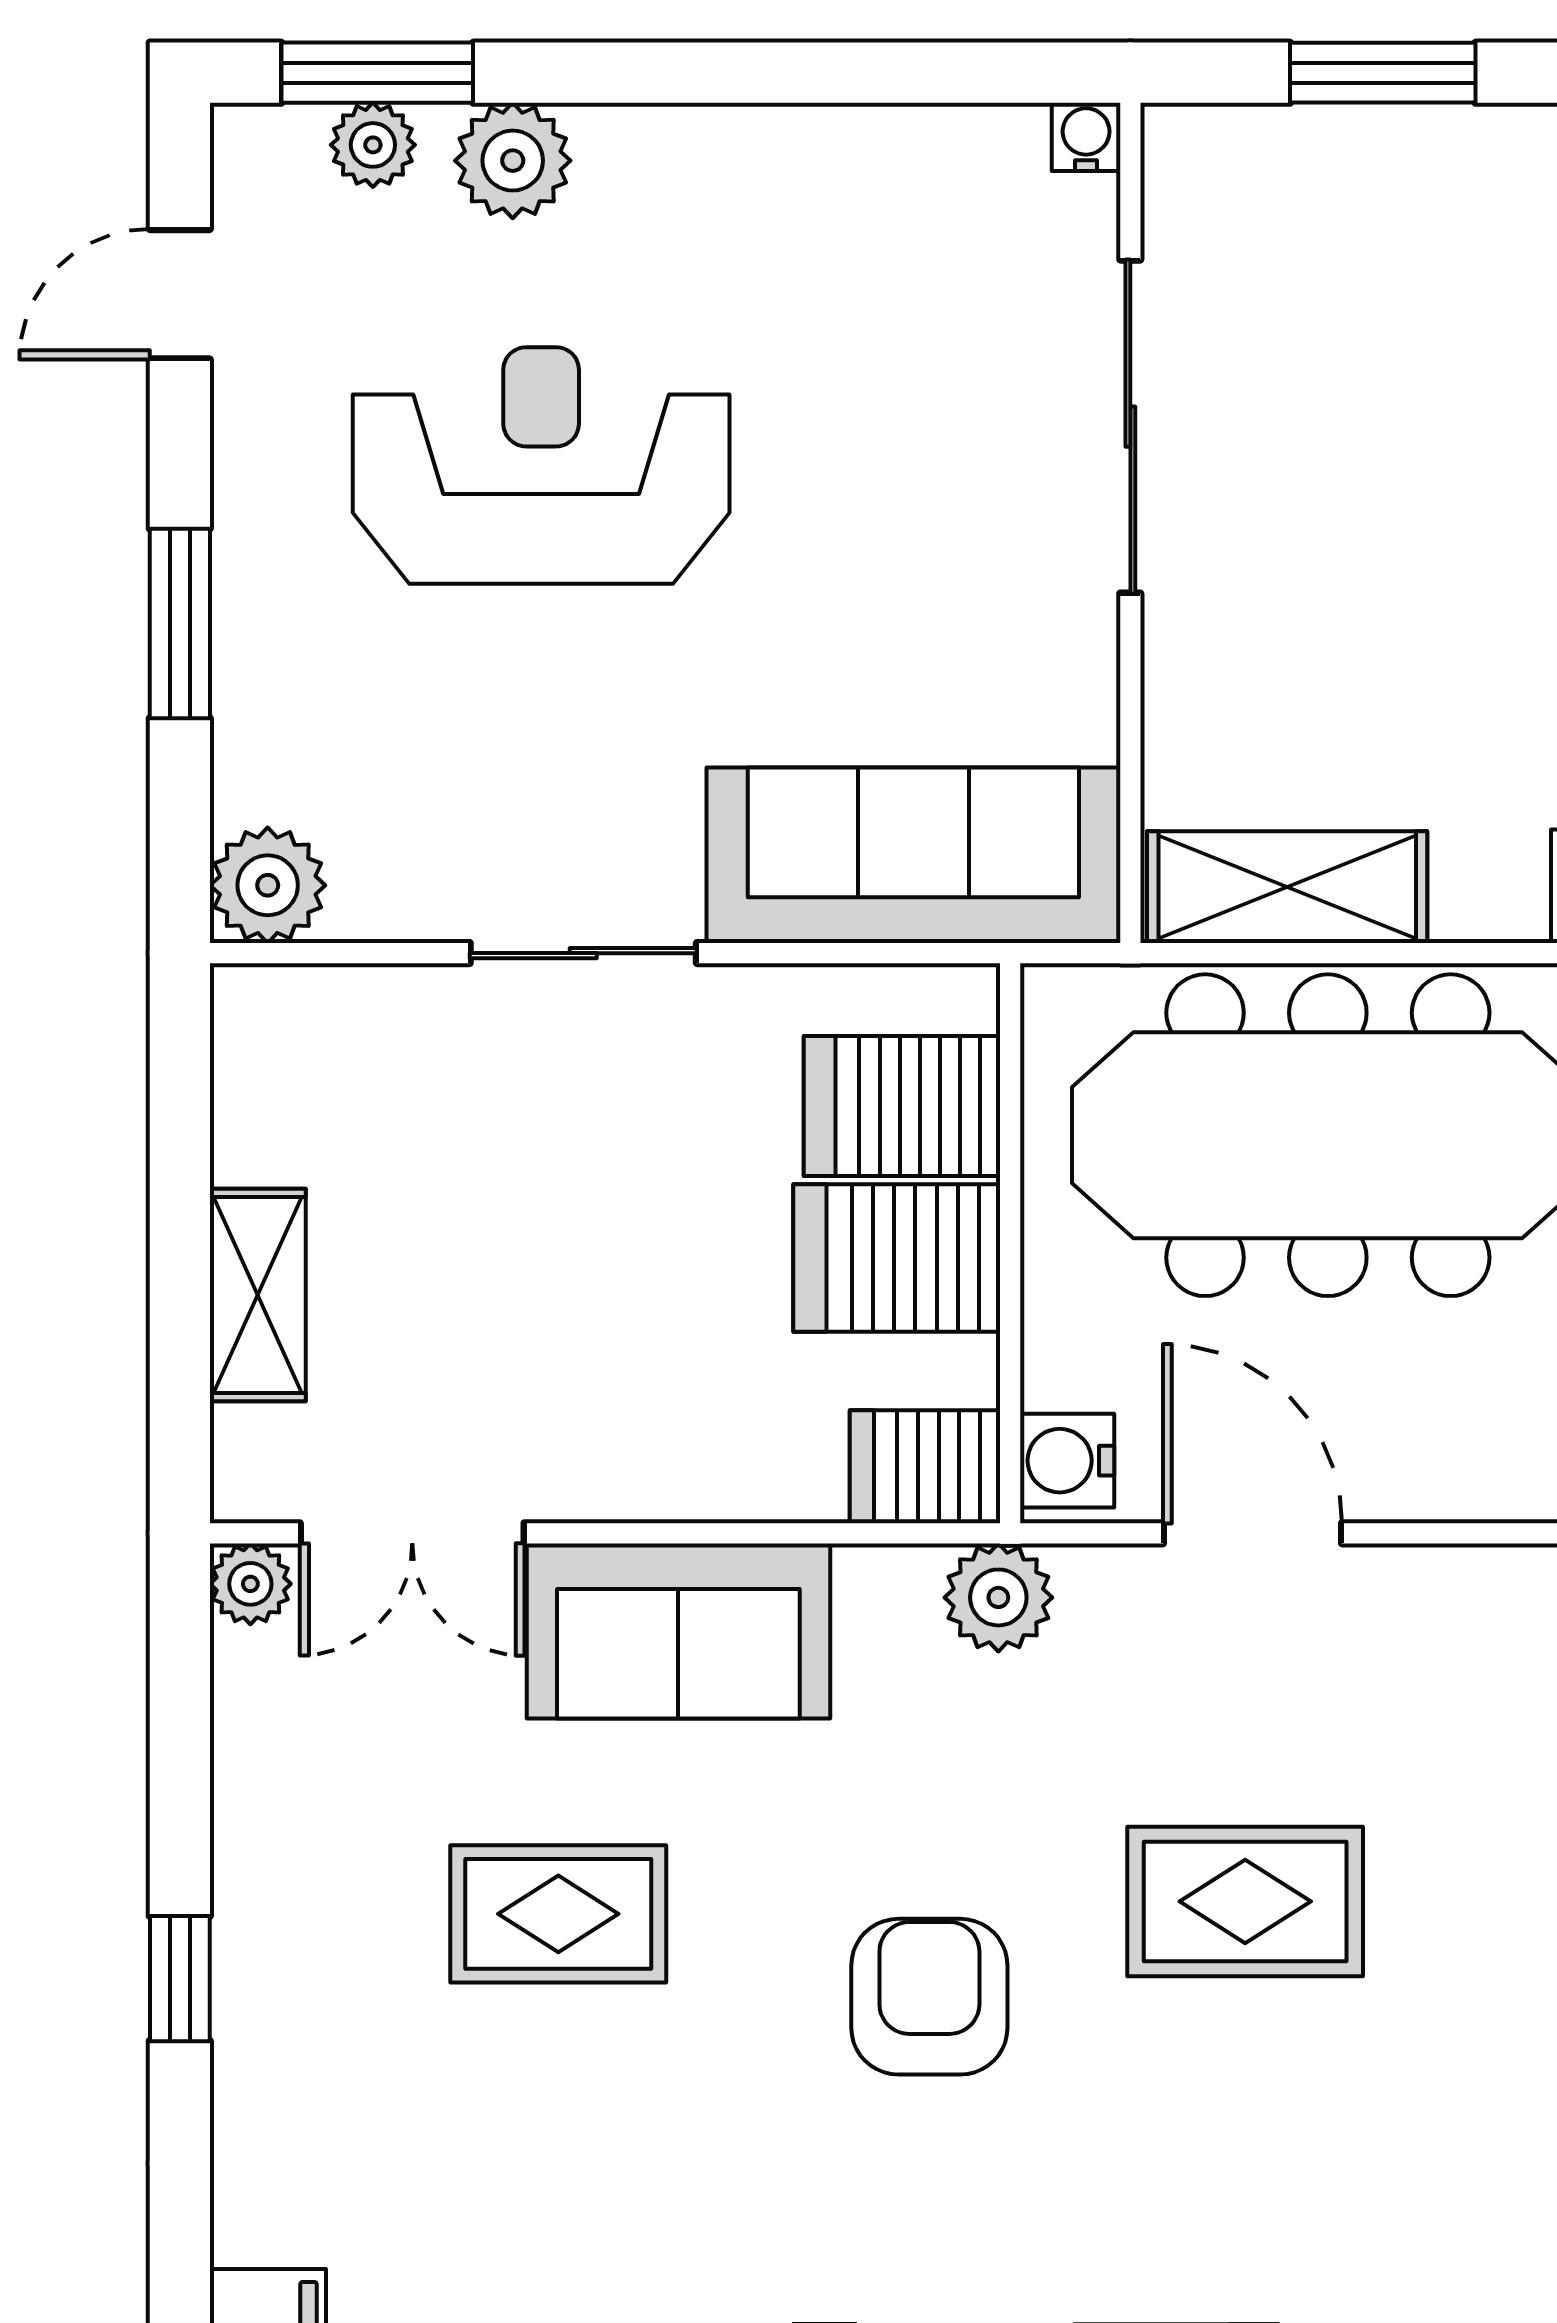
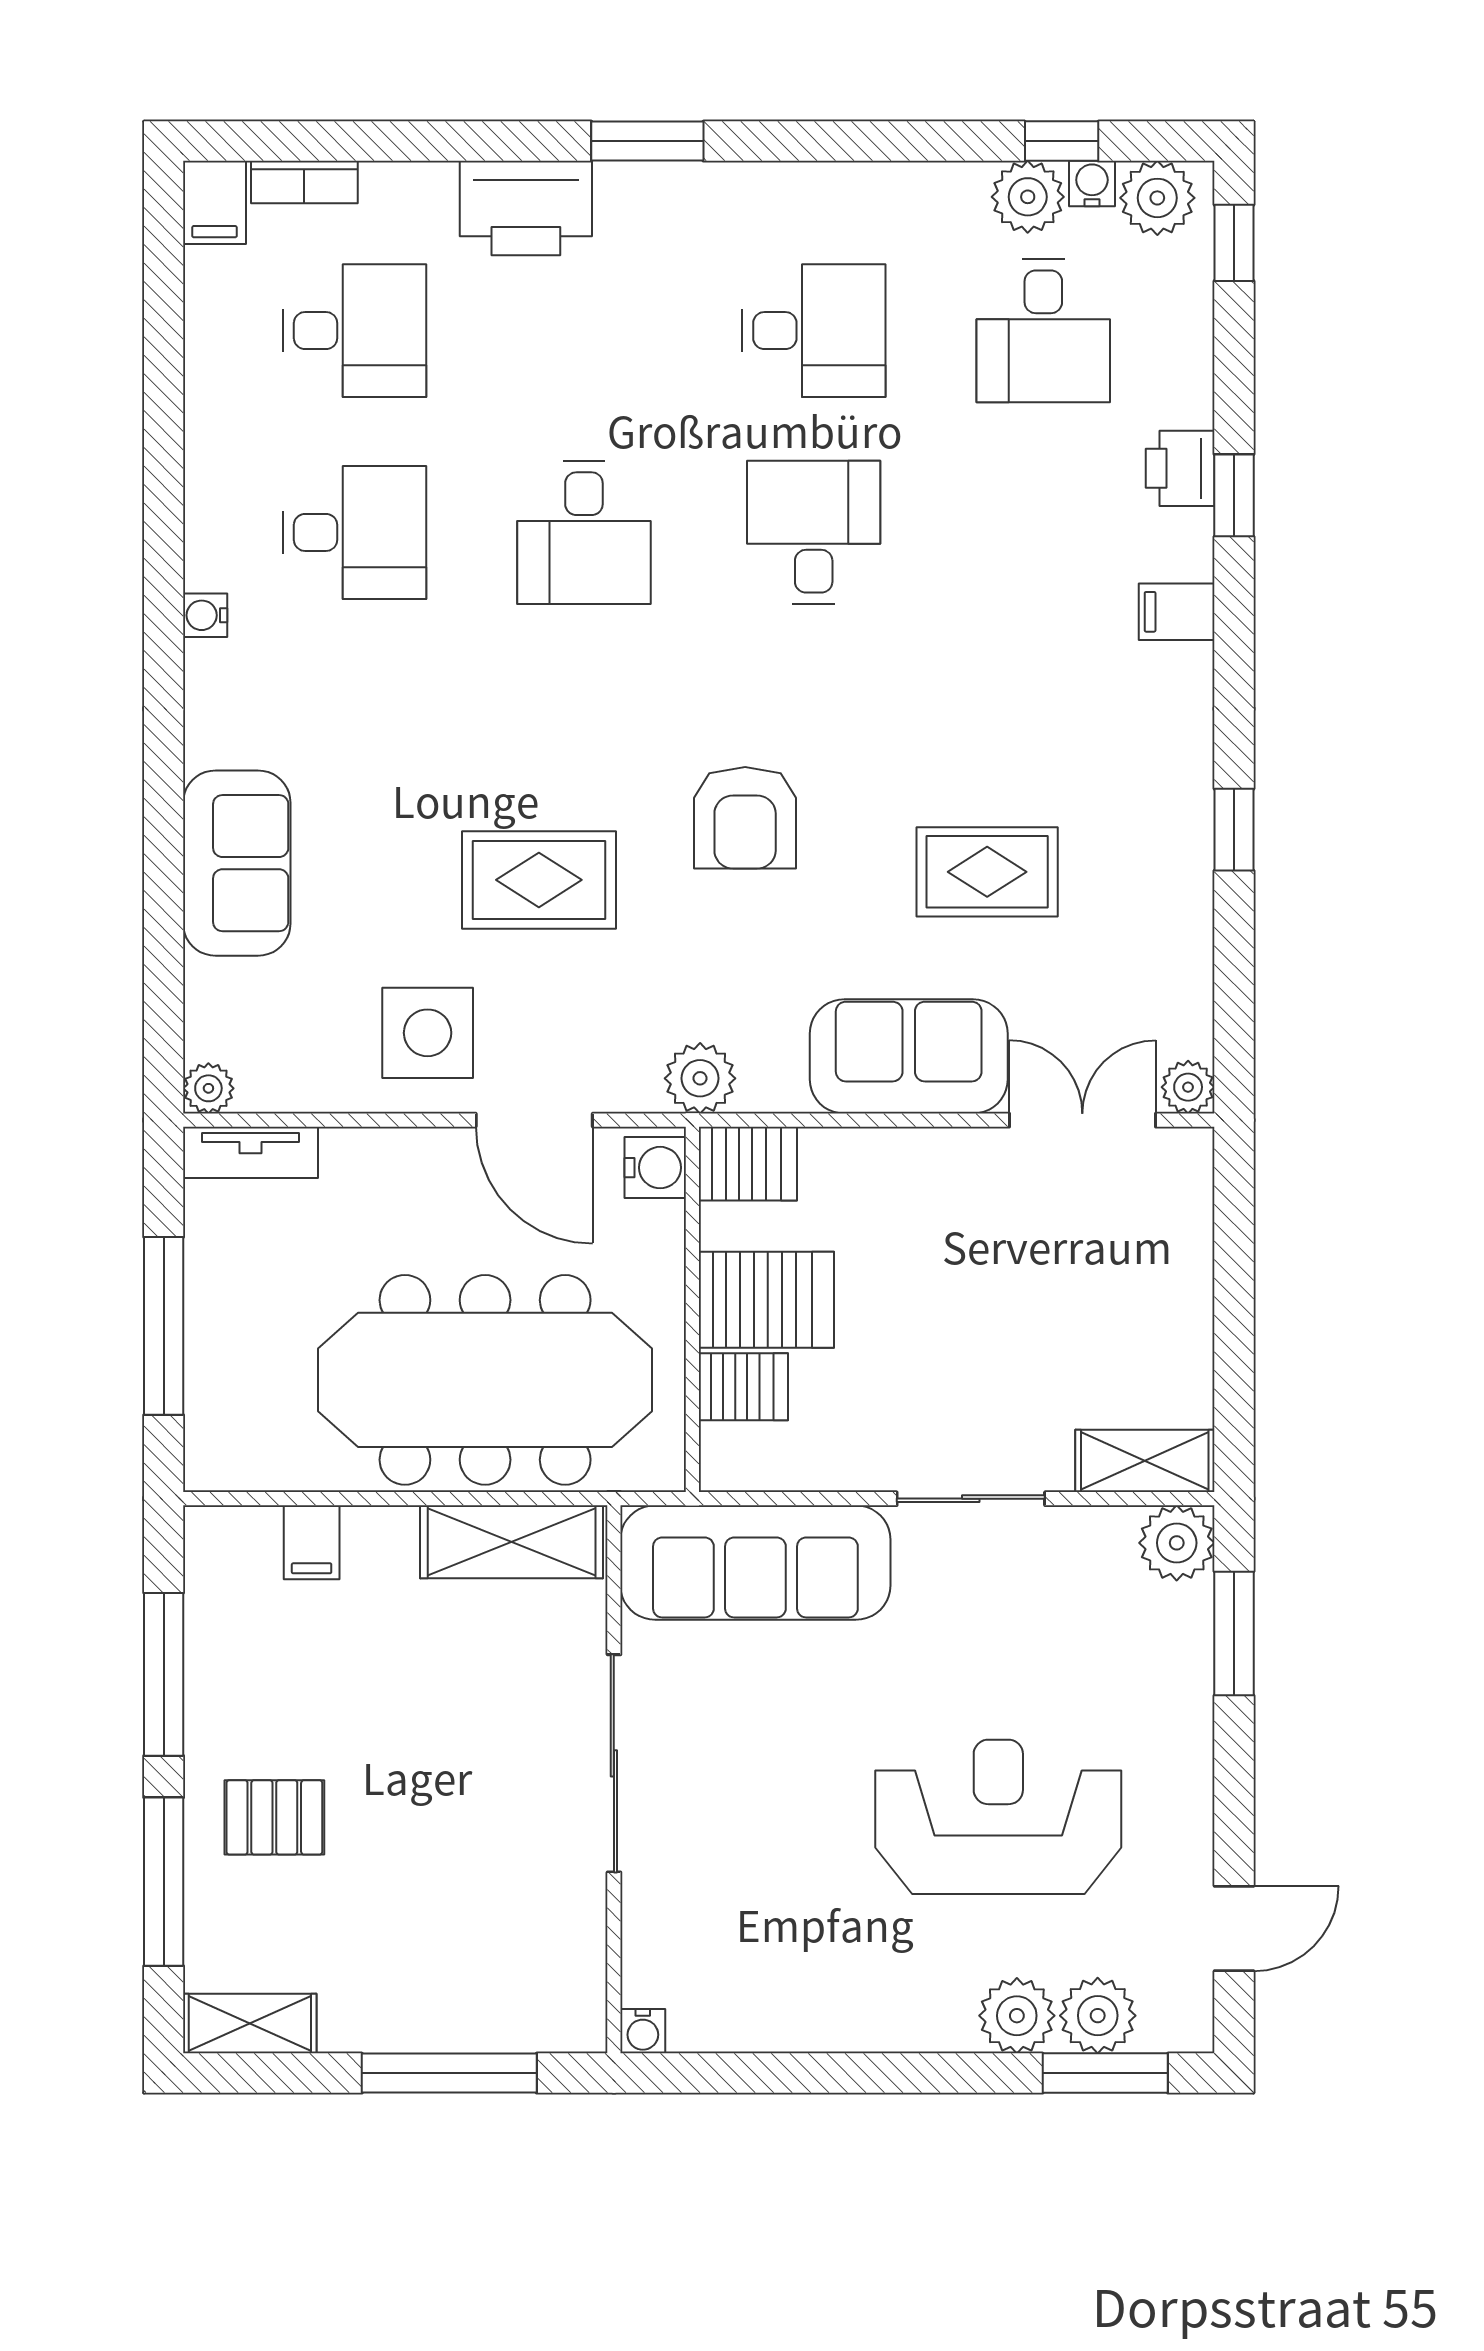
window: (1383, 73) -> (449, 2073), width x1.44
plant: (373, 145) -> (1098, 2016), width x1.38, depth x1.38
sliding door: (1130, 427) -> (614, 1763), moved
reception desk: (541, 465) -> (998, 1817), turned 180
window: (180, 623) -> (1234, 1633), moved
server rack: (902, 1106) -> (743, 1387), width x0.73, depth x0.70
shelving: (258, 1295) -> (1145, 1461), moved, turned 90
side table: (1416, 1667) -> (428, 1033), added

